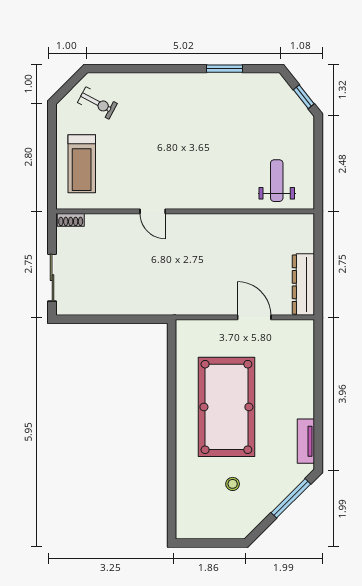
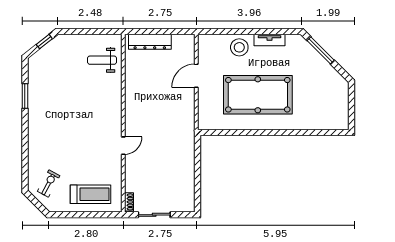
sliding door: (52, 278) -> (154, 215), moved
dresser: (303, 285) -> (150, 42), moved
tv unit: (306, 441) -> (270, 40), moved
stool: (233, 484) -> (239, 47), moved, width x1.89, depth x1.89

